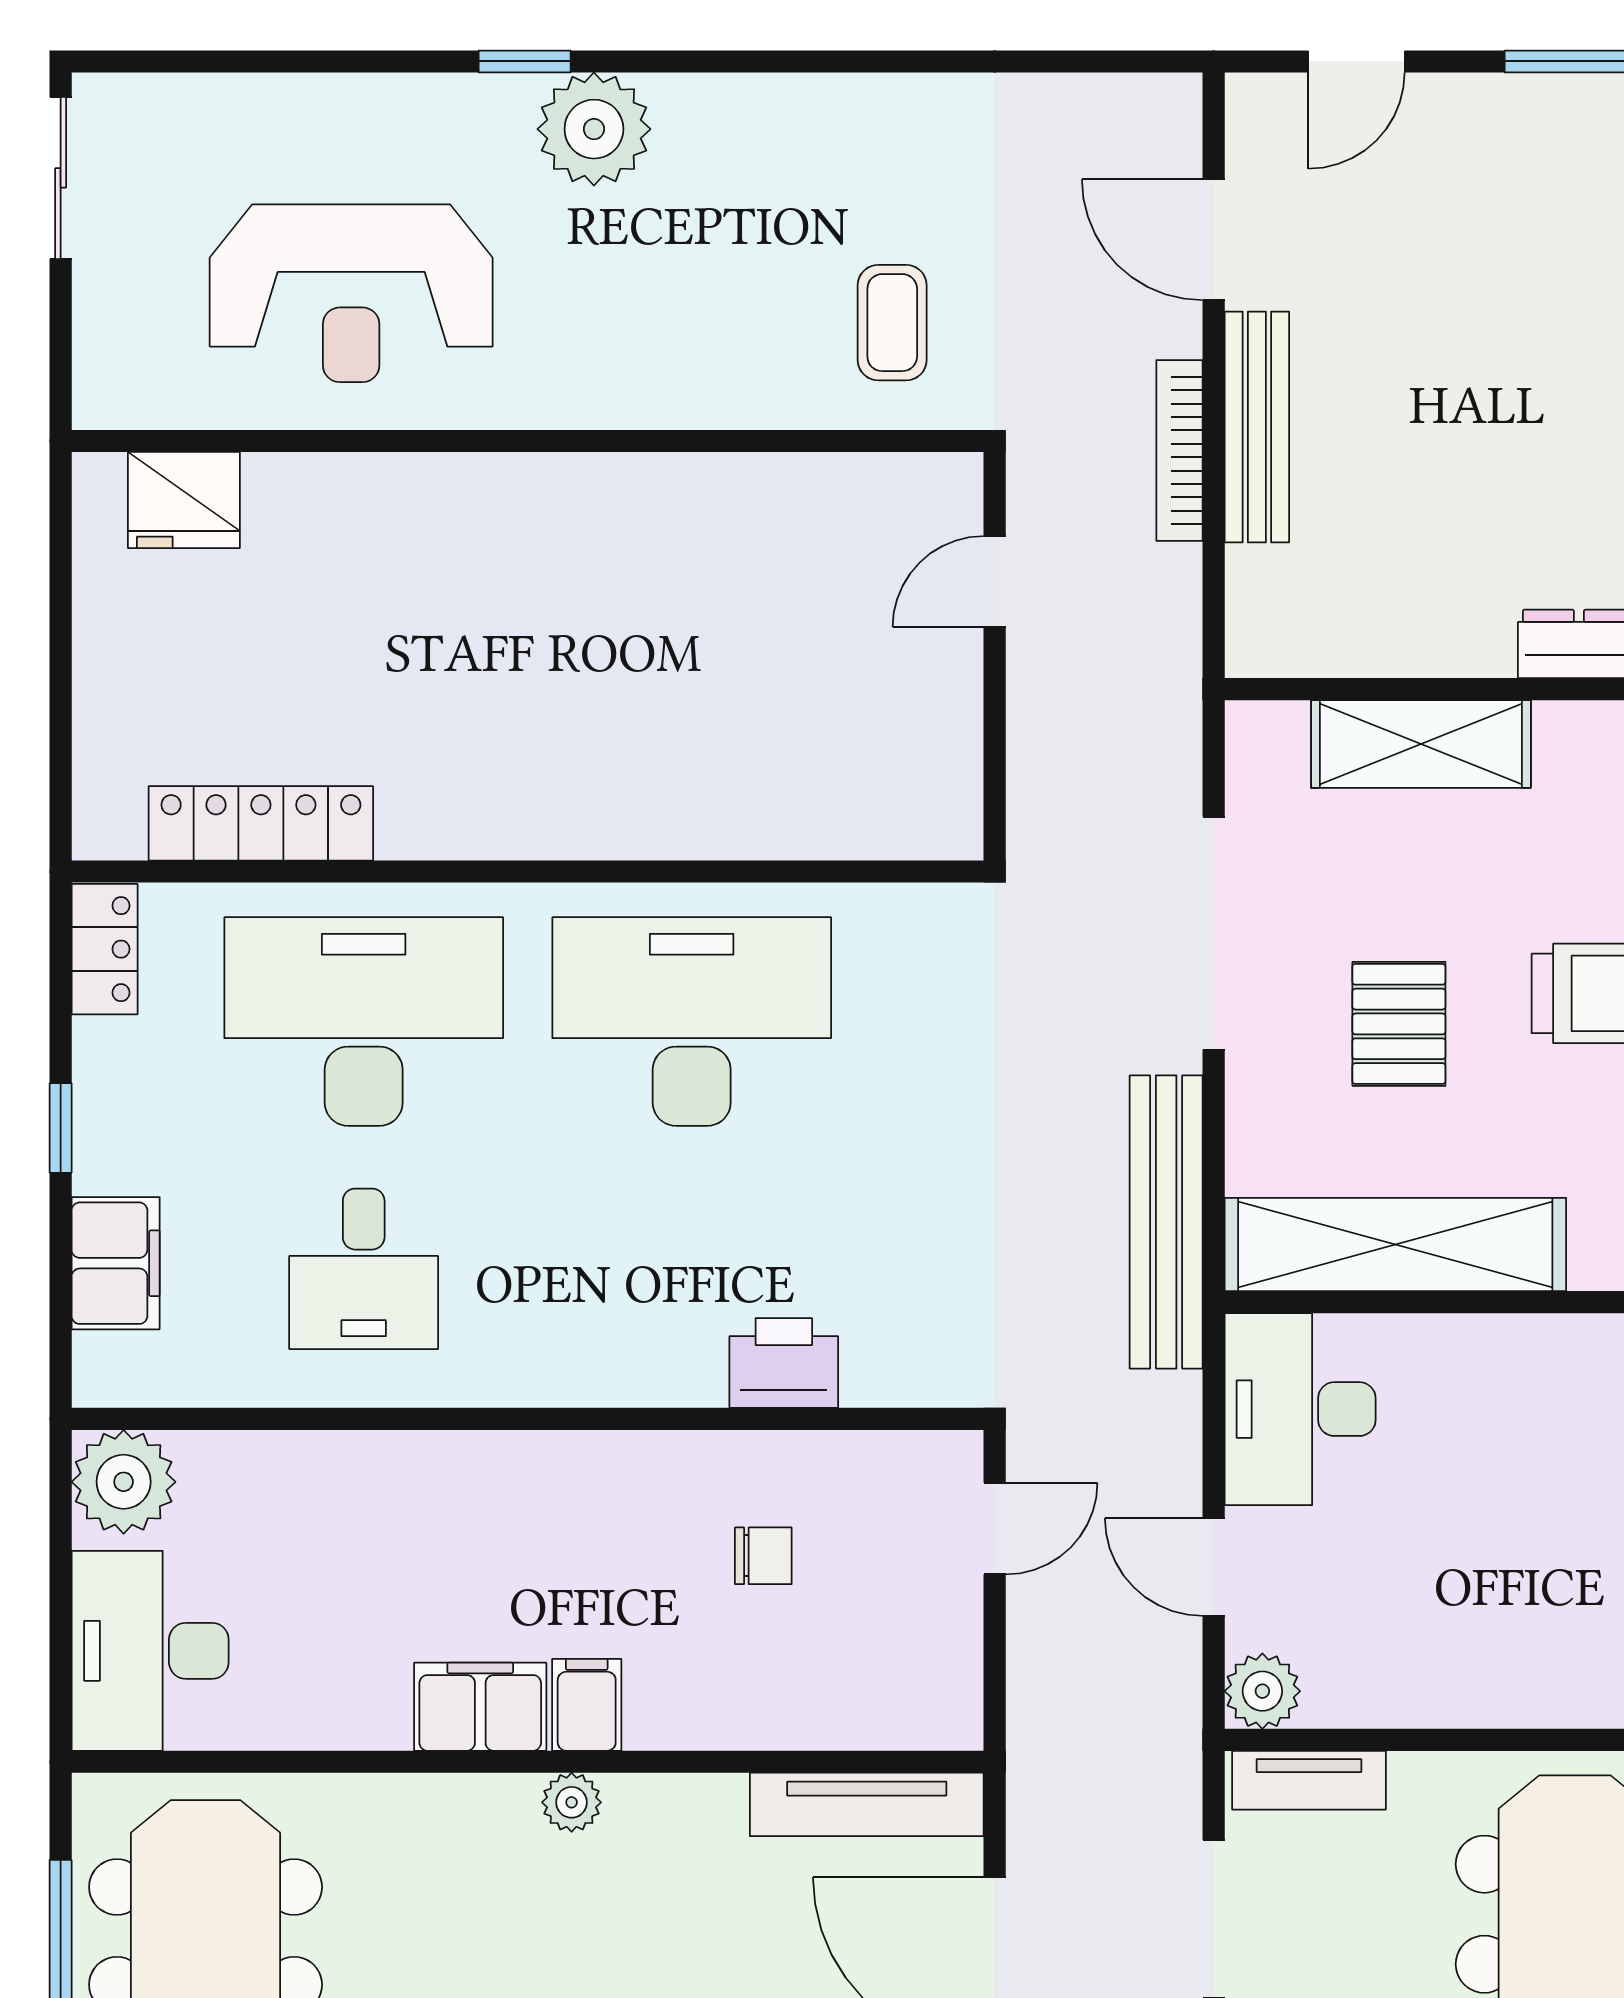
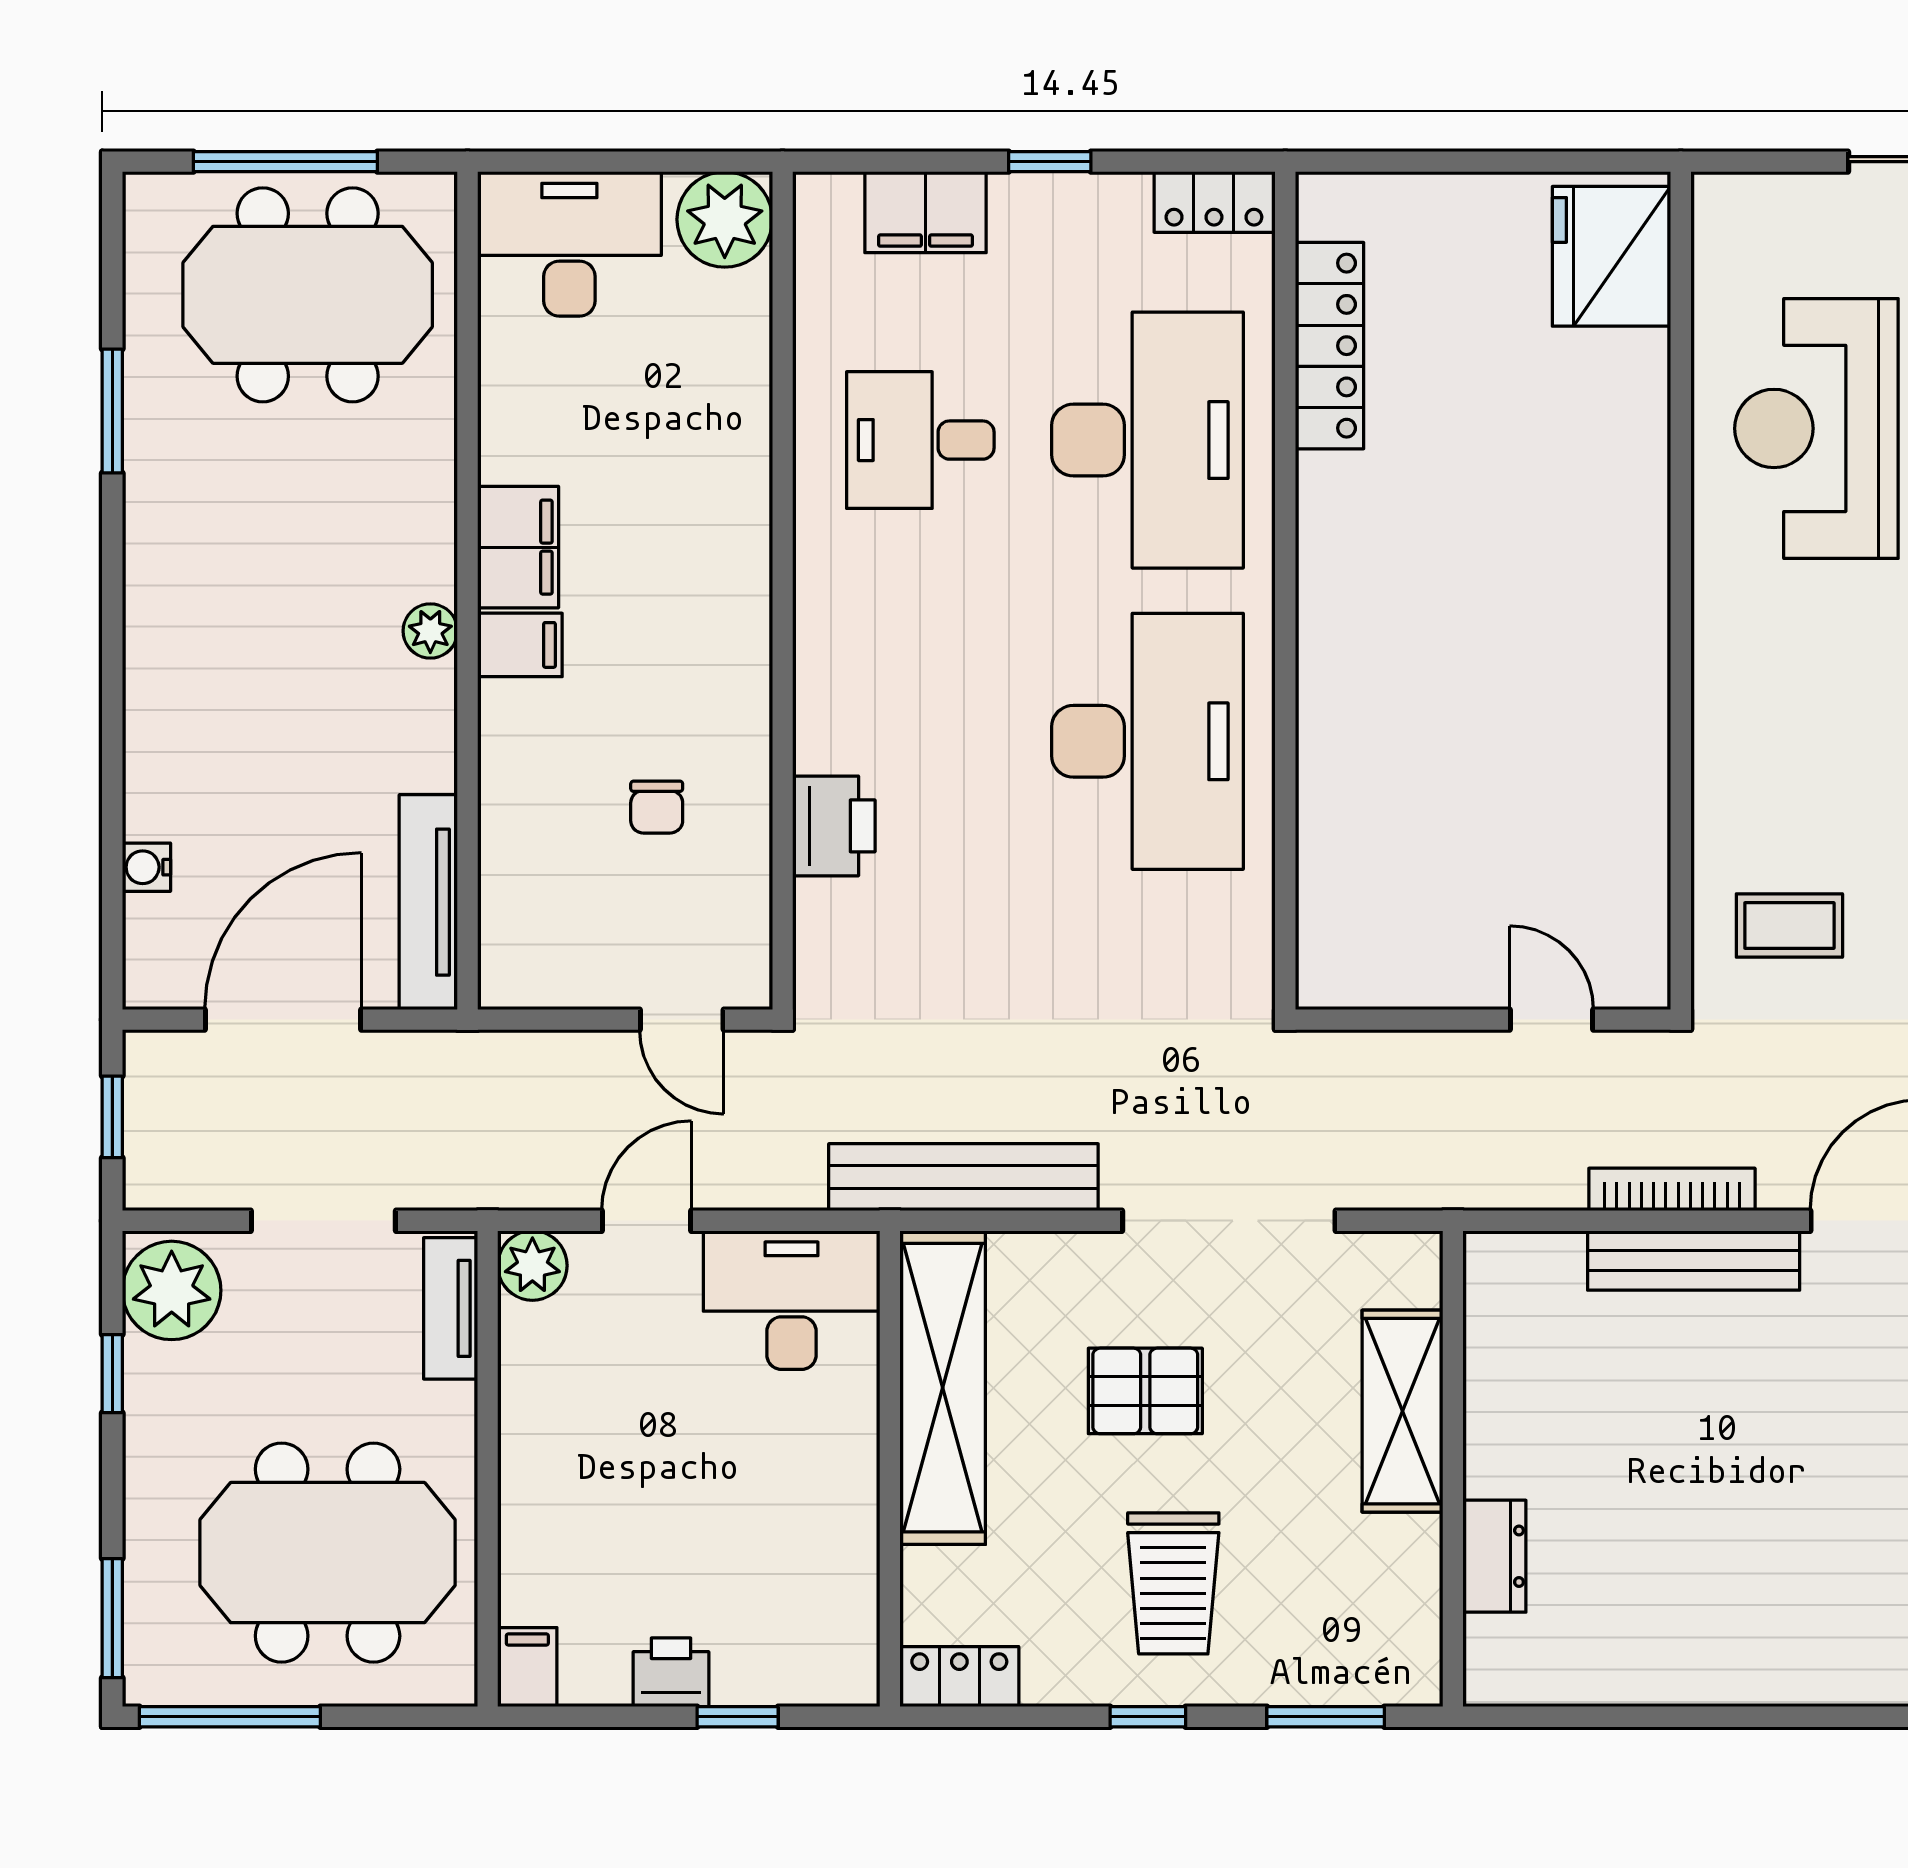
fridge: (184, 500) -> (1611, 256), width x1.36, depth x1.34

